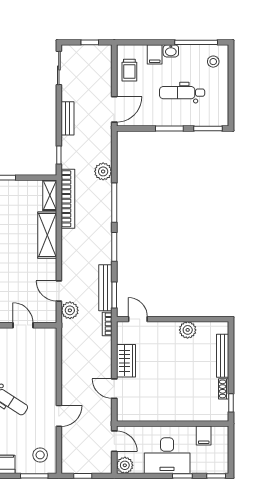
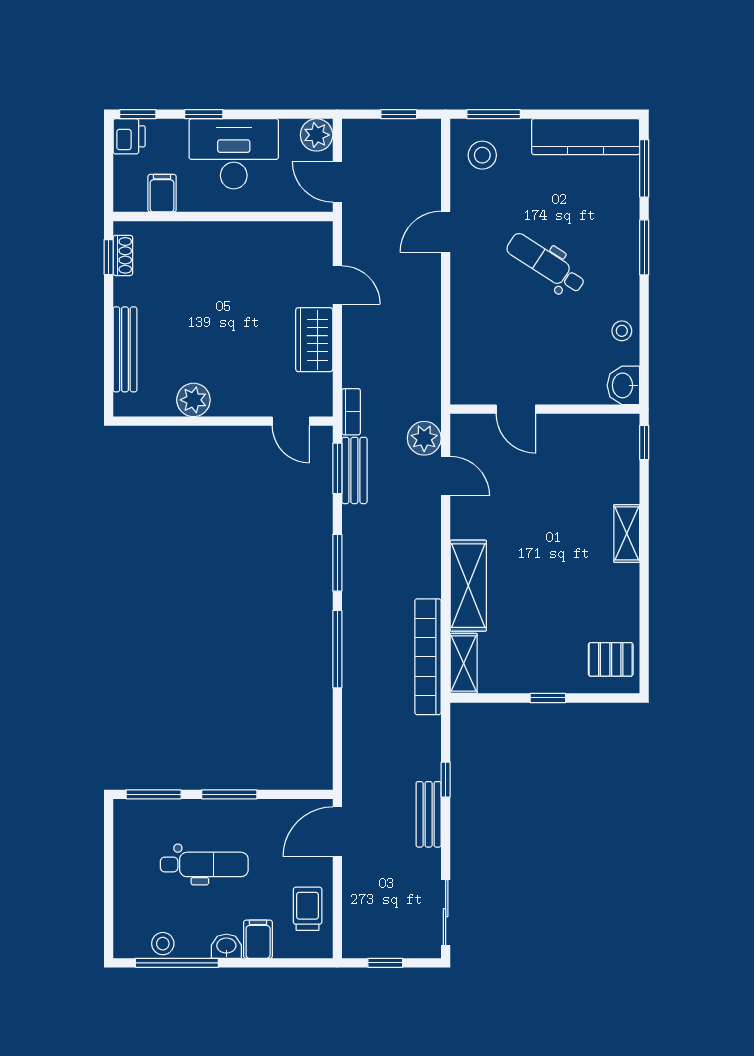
stool: (213, 62) -> (163, 944), moved
window: (59, 155) -> (446, 780), moved
plant: (103, 171) -> (359, 710), removed
bench: (105, 288) -> (354, 470), width x0.73
shoe rack: (224, 389) -> (123, 255), moved
printer: (221, 465) -> (129, 136), added

